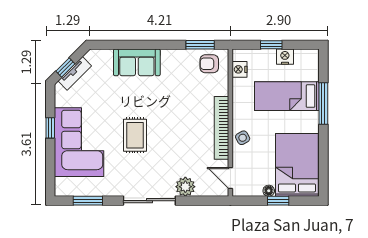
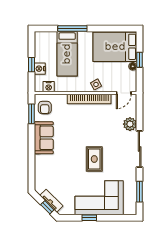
nightstand: (285, 57) -> (40, 69), moved
sofa: (137, 62) -> (44, 138), moved
rug: (135, 135) -> (94, 159), turned 90

